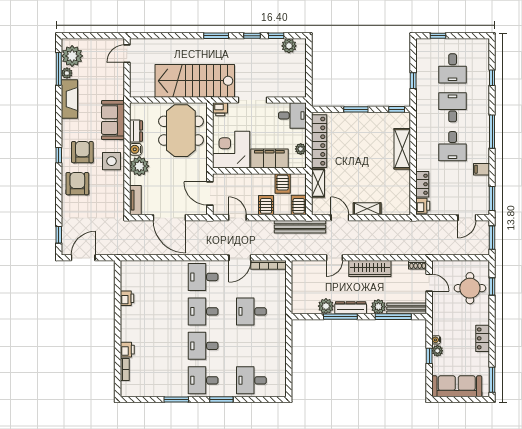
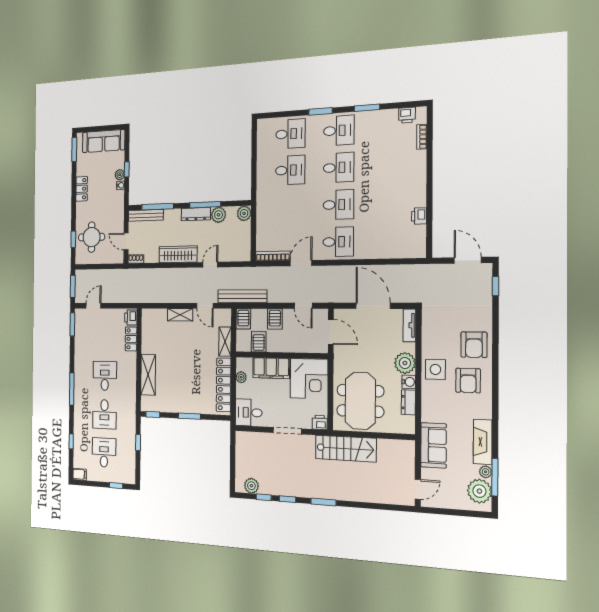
stairs: (195, 81) -> (346, 449), width x0.73, depth x0.66
sofa: (113, 120) -> (433, 445), moved
window: (59, 155) -> (495, 378), removed
filing cabinet: (481, 169) -> (80, 474), moved
door: (83, 258) -> (468, 260), swing flipped
plant: (378, 307) -> (244, 213), moved
desk: (251, 311) -> (290, 170), moved
printer: (127, 350) -> (407, 115), moved, turned -90

